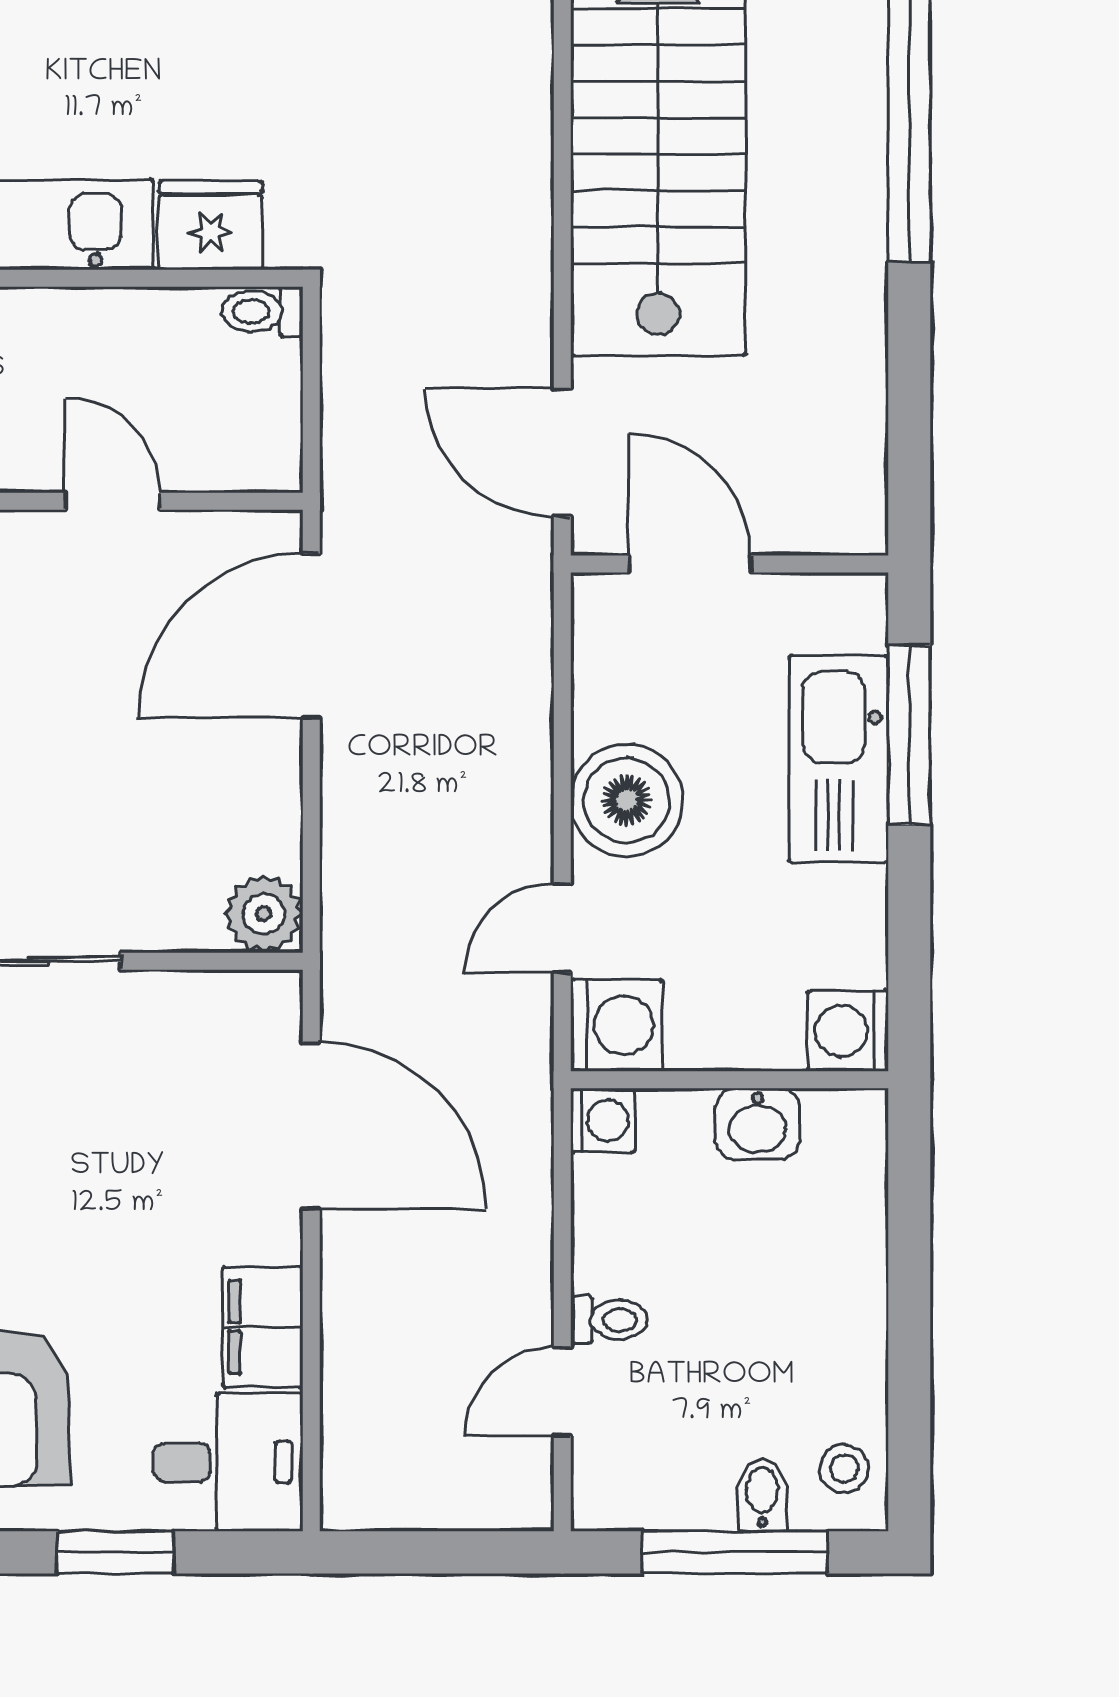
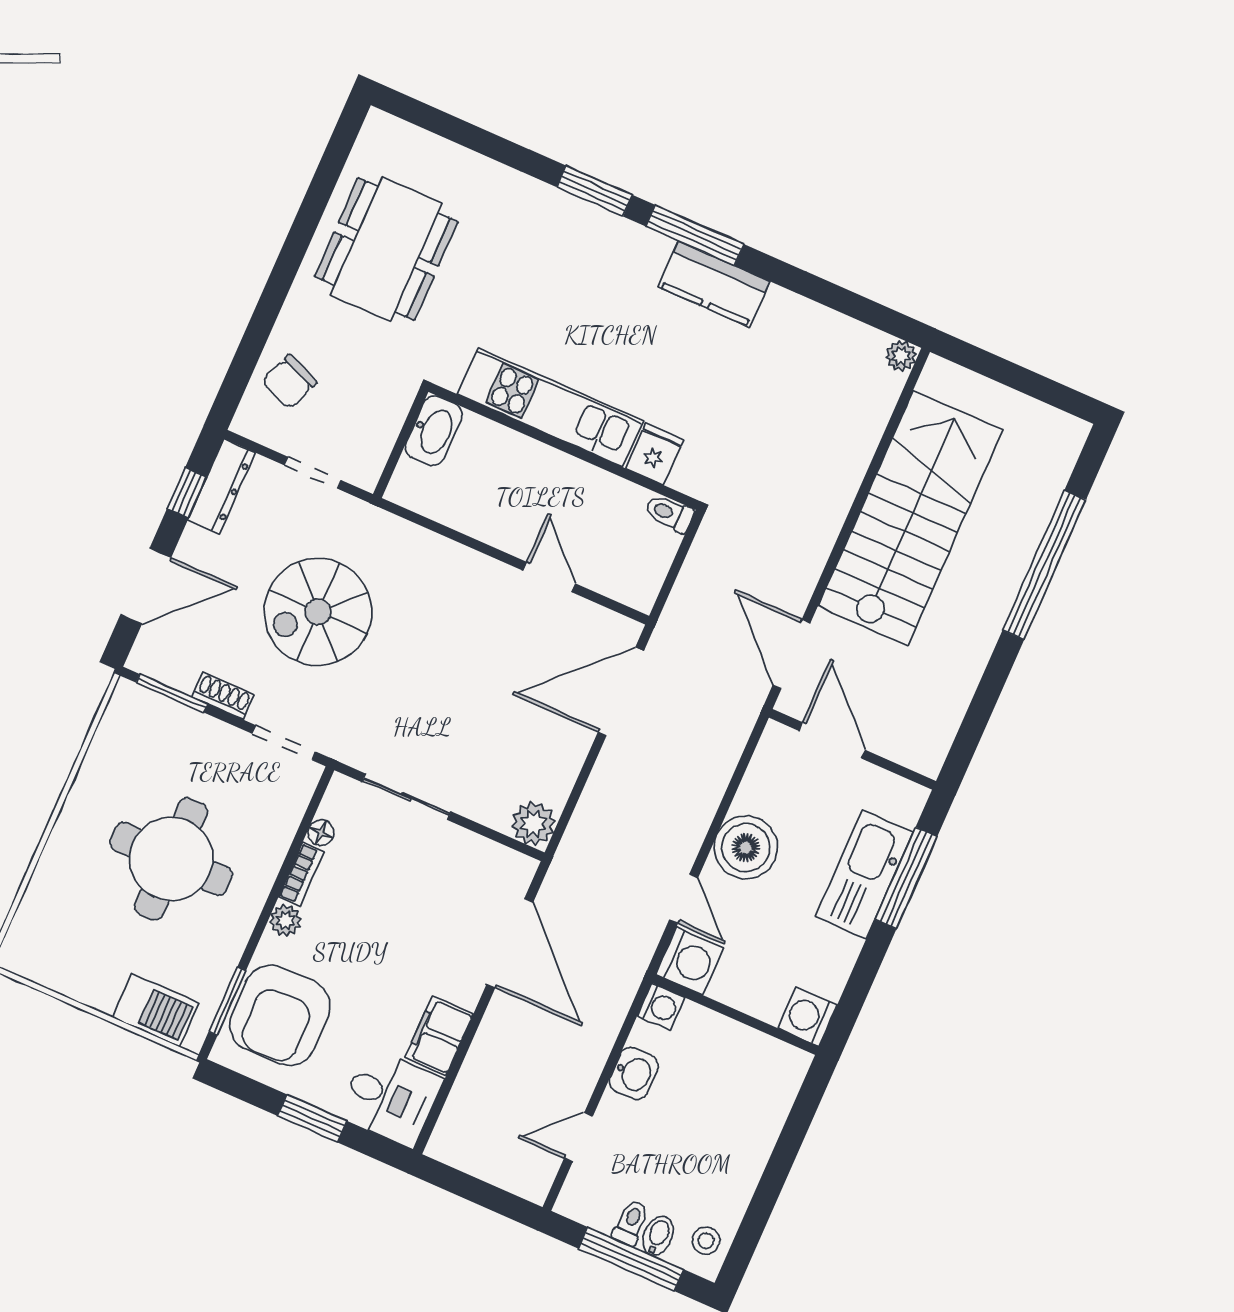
fridge: (210, 225) -> (655, 454), width x0.72
door: (562, 928) -> (684, 899), swing flipped
washbasin: (758, 1124) -> (634, 1073), moved, turned -90
toilet: (609, 1320) -> (631, 1223), moved, turned -90

